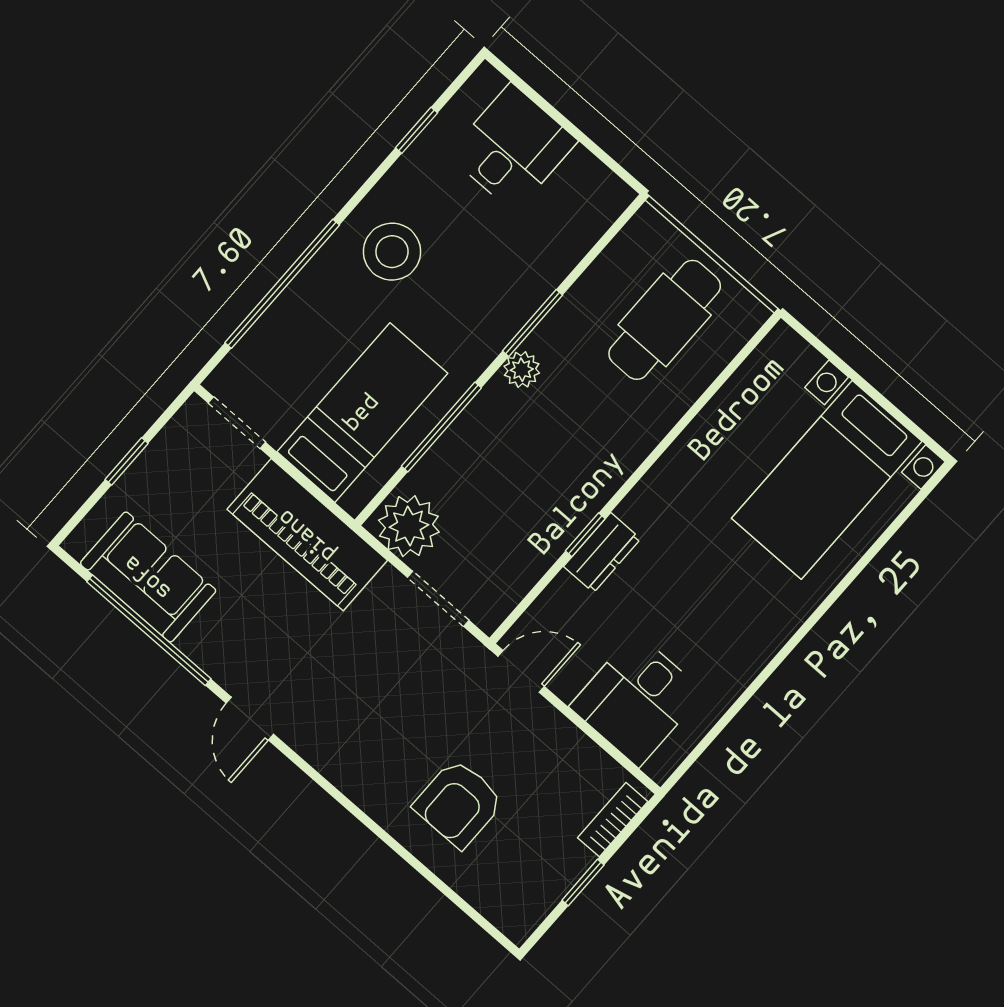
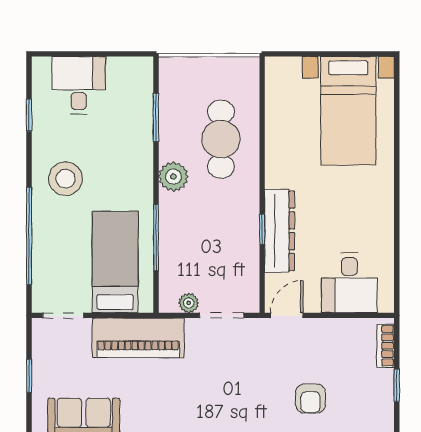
cafe table: (665, 320) -> (221, 139), moved
window: (532, 323) -> (156, 117), moved
plant: (522, 370) -> (173, 177), width x1.38, depth x1.38
plant: (409, 526) -> (189, 303), width x0.53, depth x0.53
dresser: (602, 553) -> (280, 231), width x1.96, depth x1.24
armchair: (459, 803) -> (310, 399), width x0.72, depth x0.72

